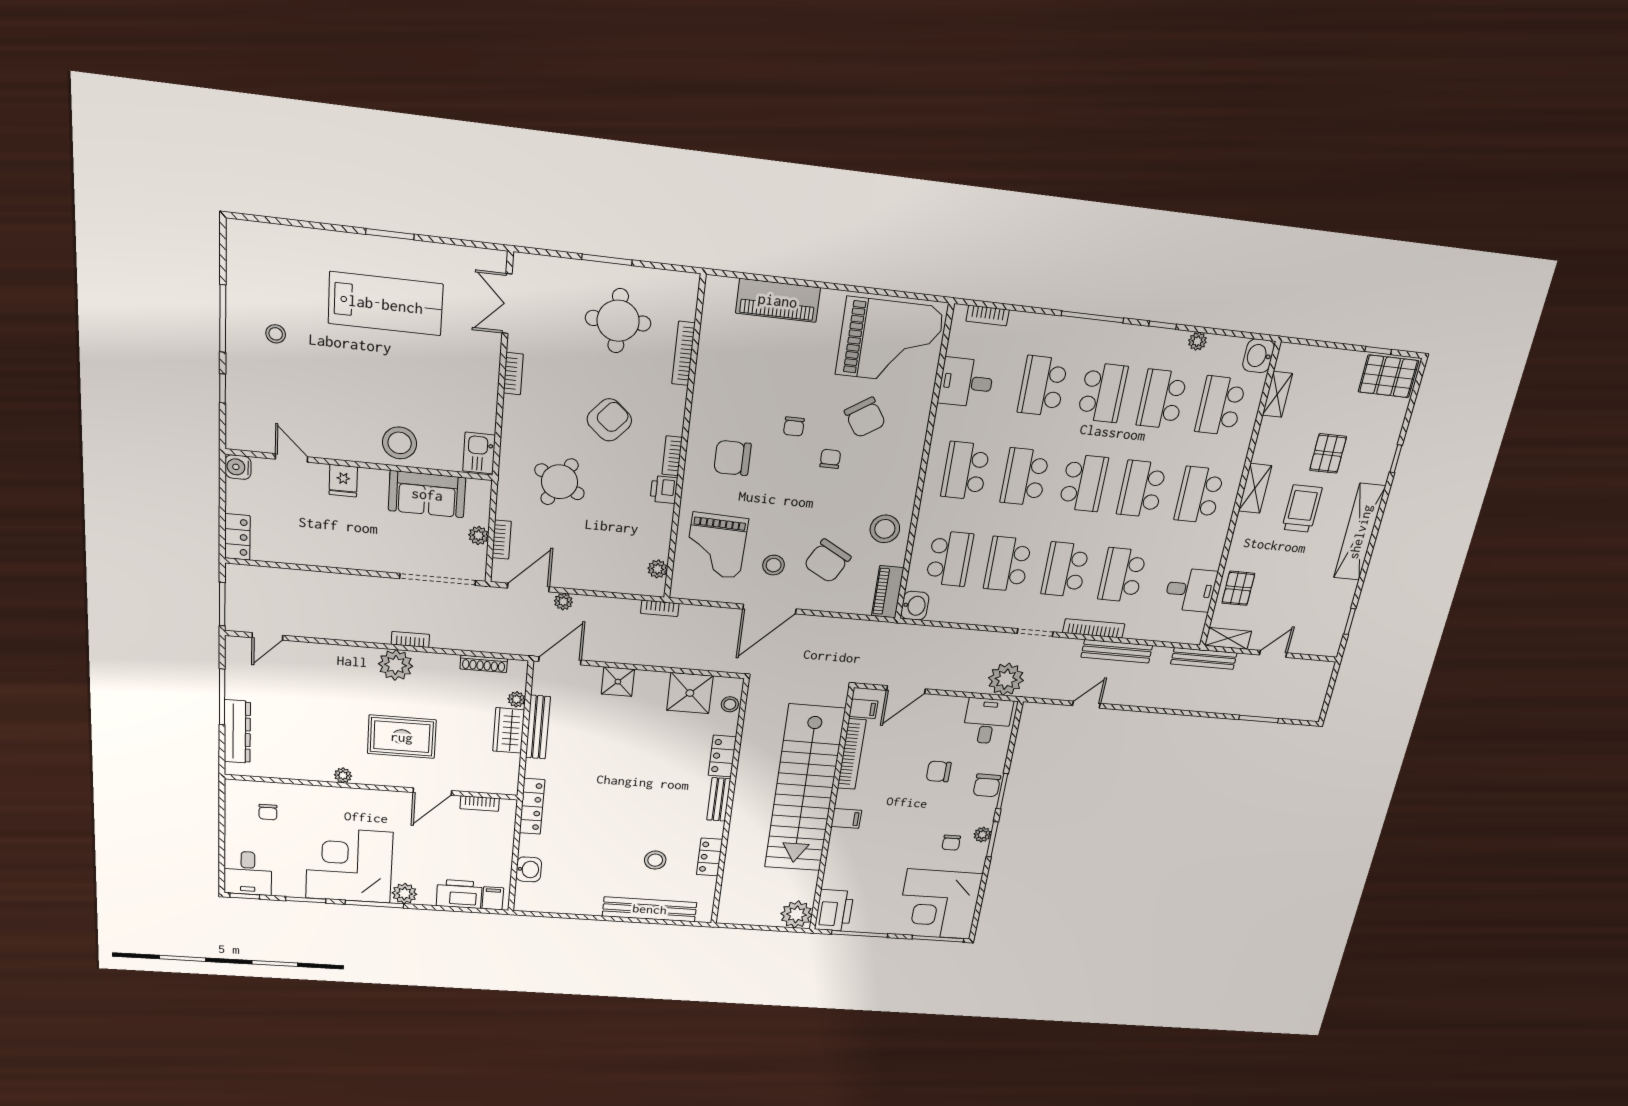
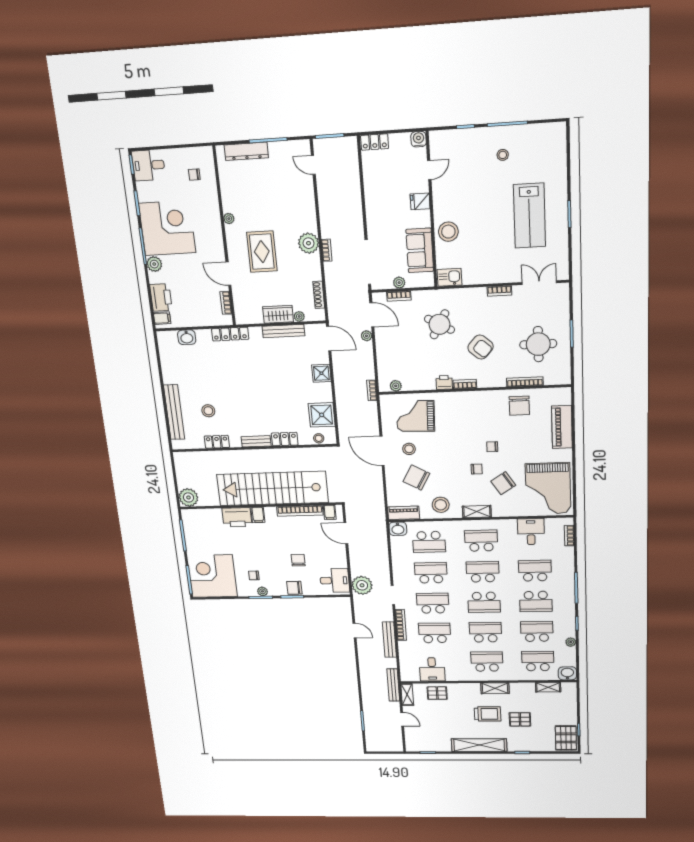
chair: (733, 458) -> (519, 406), moved, turned 180
shelving: (909, 470) -> (477, 512), added
printer: (834, 910) -> (237, 517), moved

